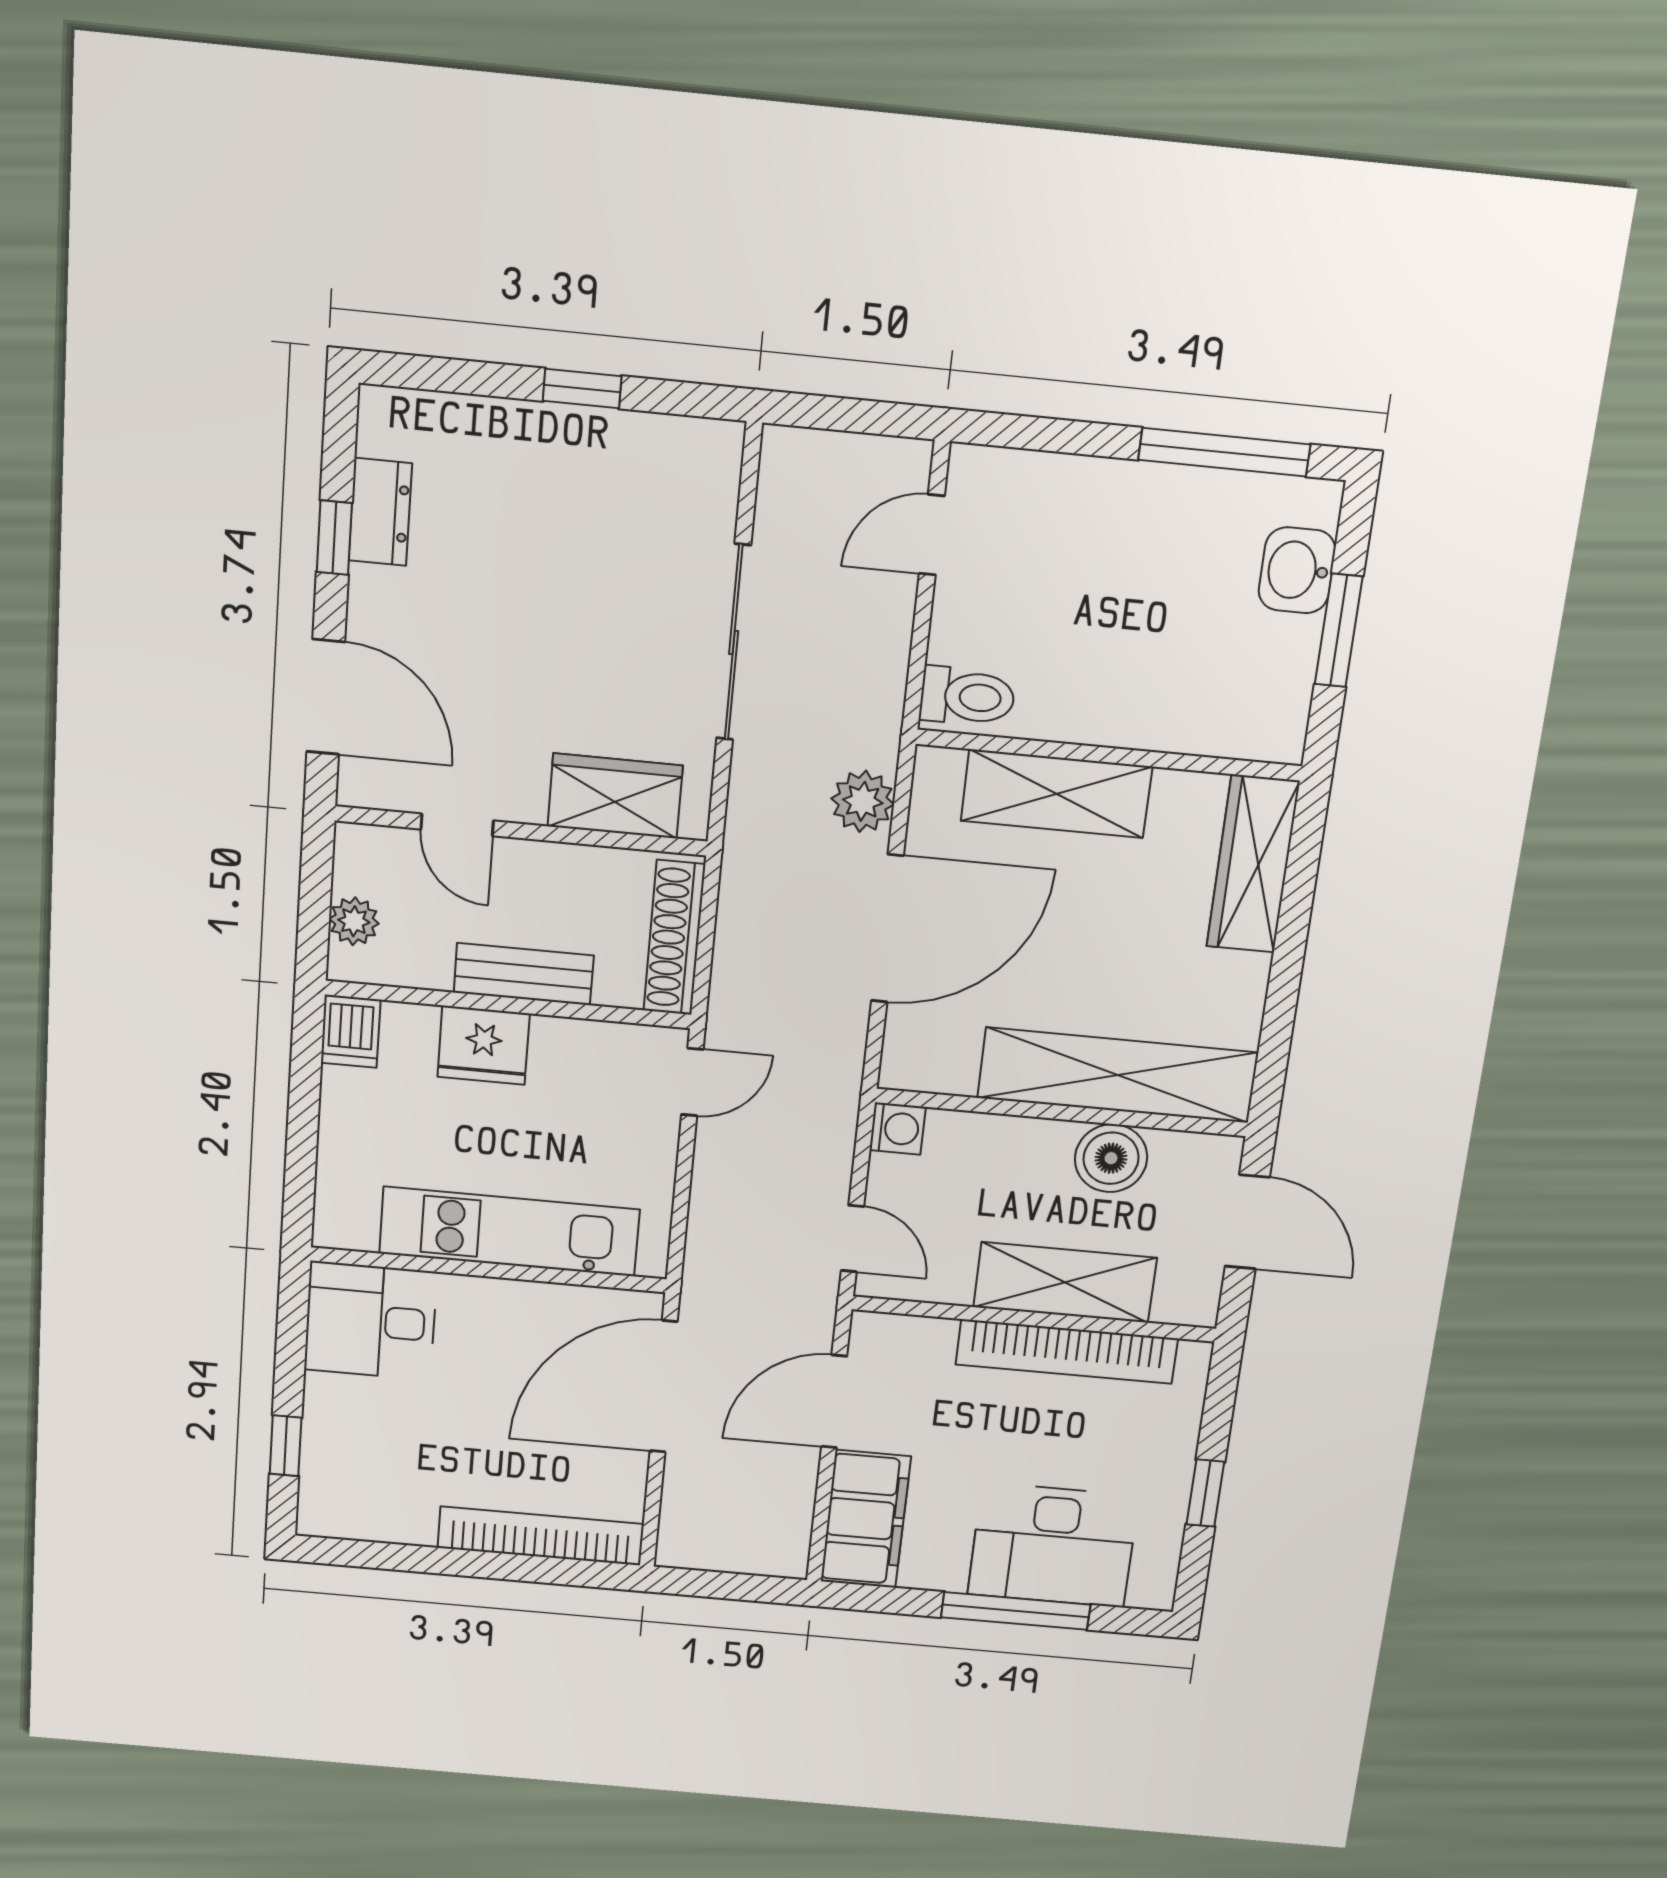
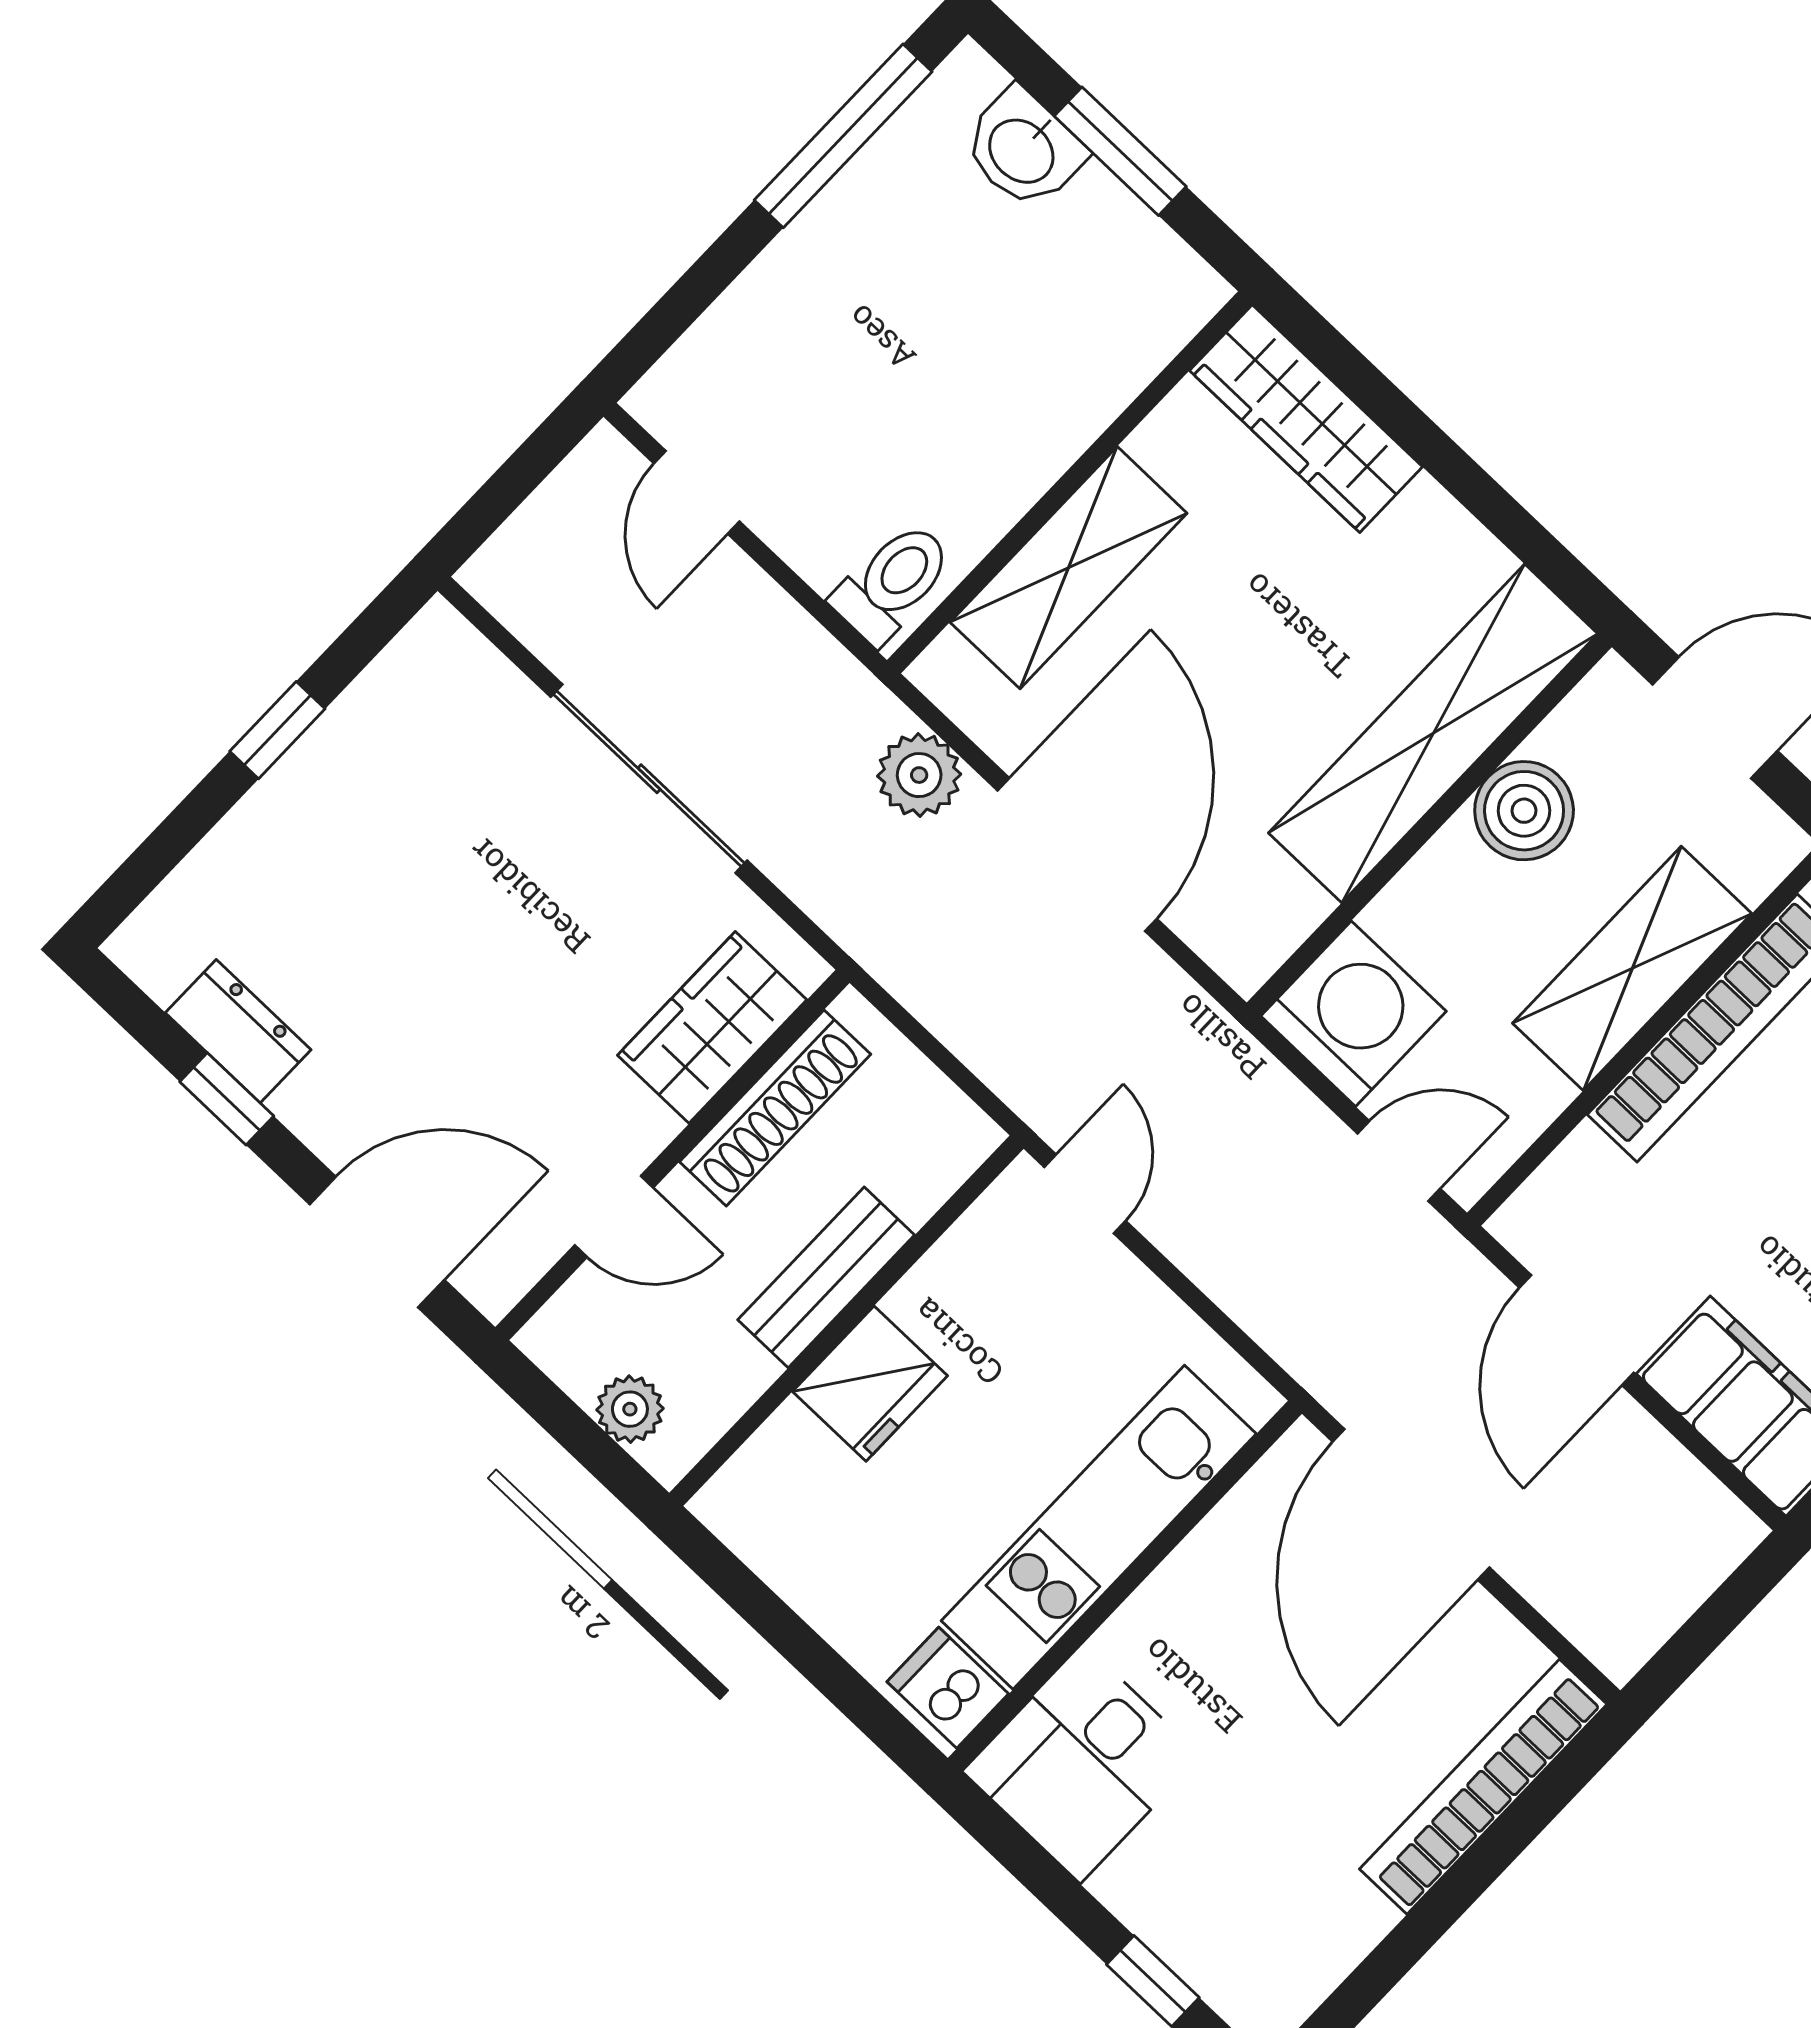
shoe rack: (674, 938) -> (775, 1108), moved, turned -90
dishwasher: (351, 1031) -> (948, 1688), moved, turned 180
washing machine: (898, 1129) -> (1353, 1014), width x1.89, depth x1.89

